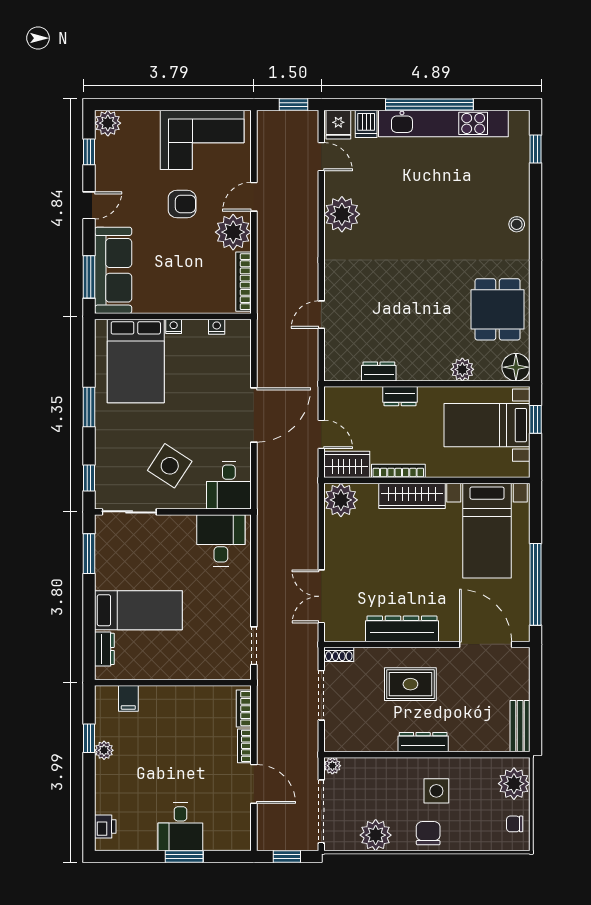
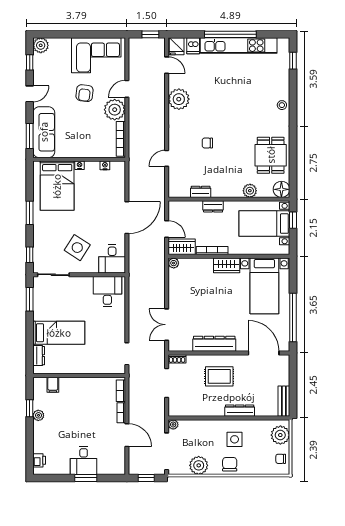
armchair: (182, 204) -> (85, 93), turned 97
chair: (390, 289) -> (207, 143), added
wardrobe: (412, 496) -> (227, 265), width x0.67
plant: (341, 500) -> (174, 263), width x0.53, depth x0.53
dresser: (423, 742) -> (240, 411), moved

